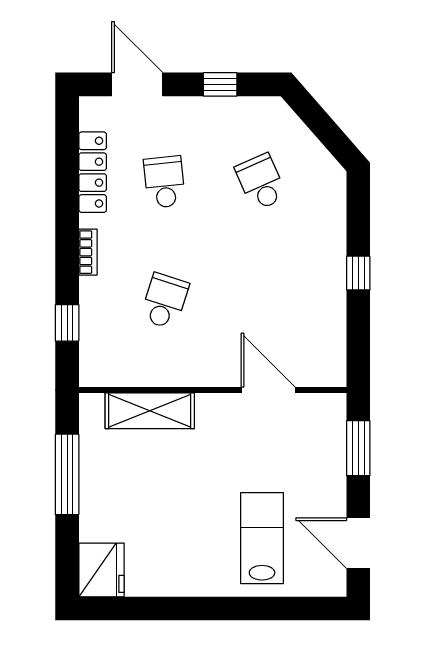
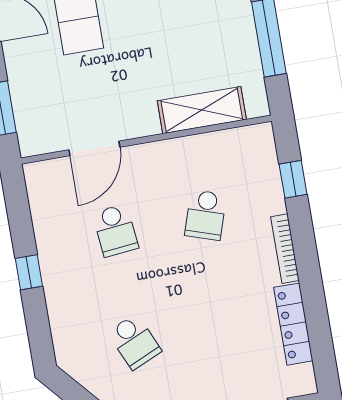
school desk: (165, 182) -> (115, 230), moved
bookcase: (88, 252) -> (285, 249), width x1.56
door: (268, 390) -> (94, 148), hinge flipped

